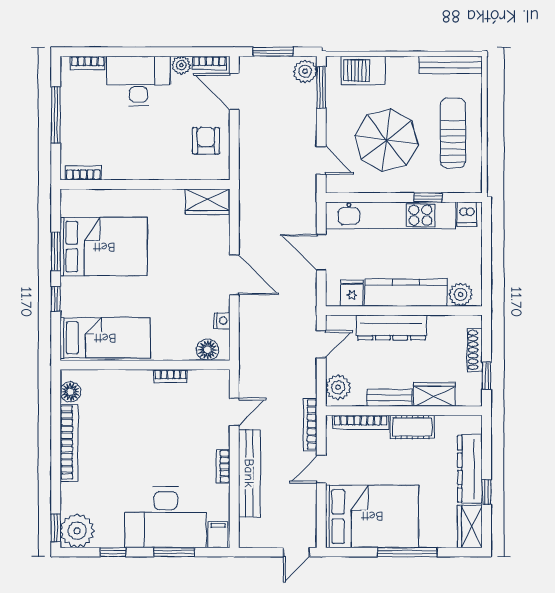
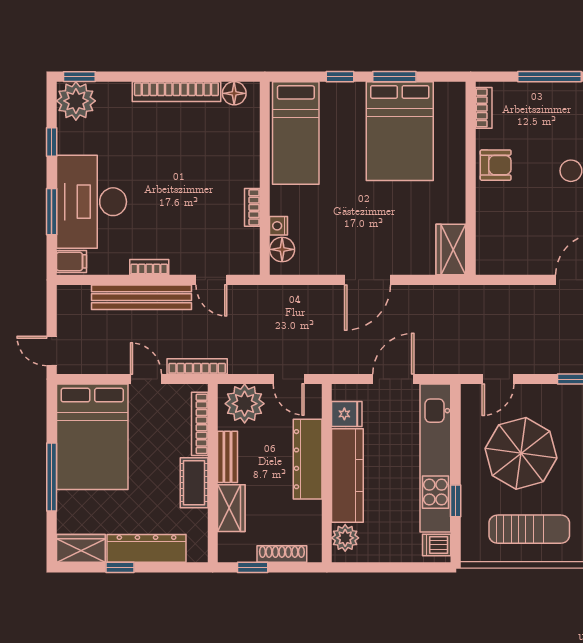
armchair: (206, 141) -> (496, 165), moved
nightstand: (222, 321) -> (279, 226), moved, turned 90
plant: (338, 387) -> (245, 404), width x1.36, depth x1.36

